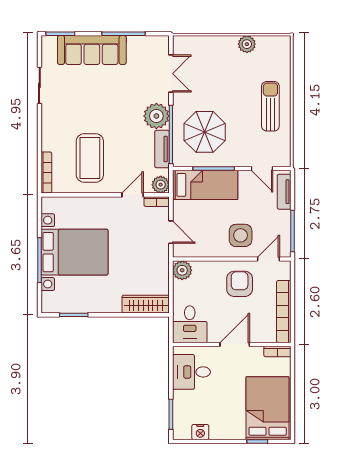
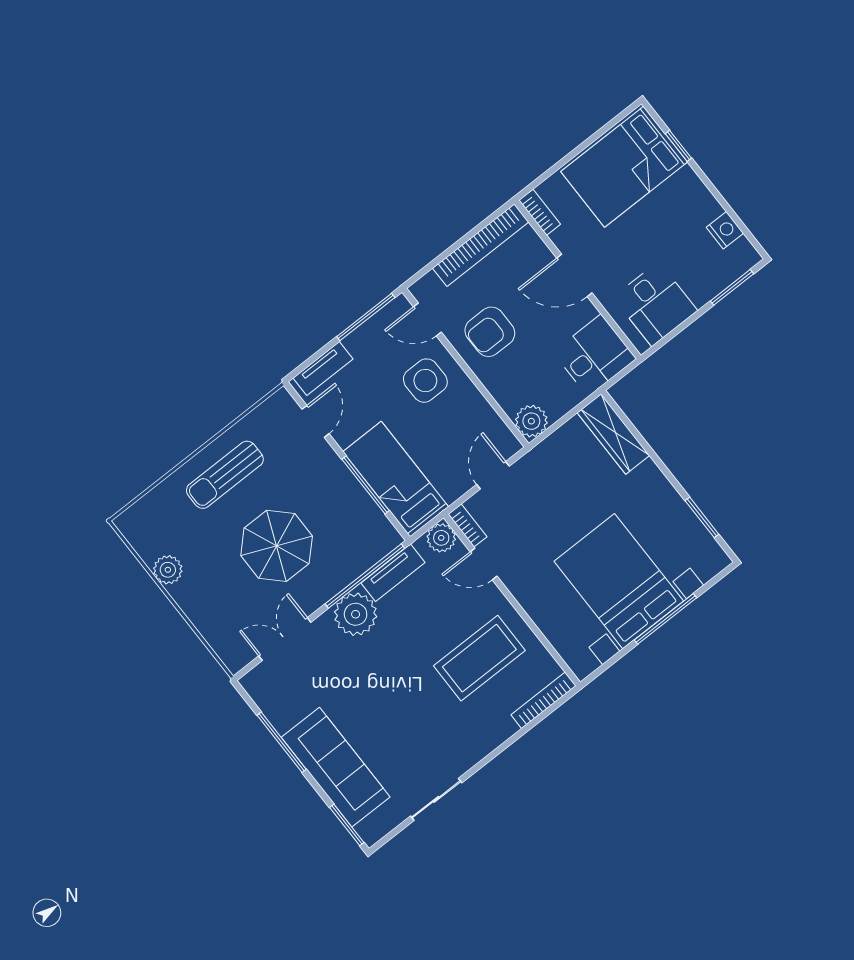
parasol: (205, 132) -> (277, 546), moved

